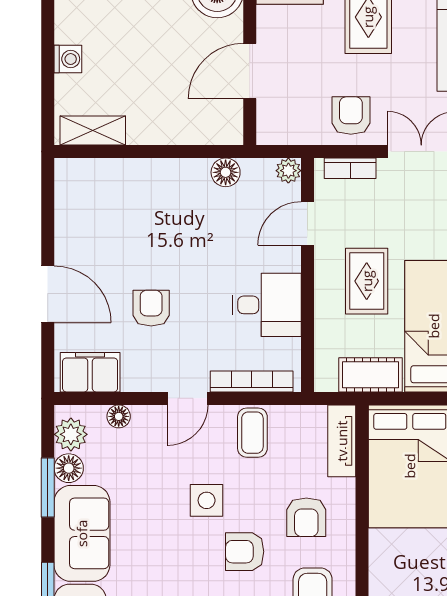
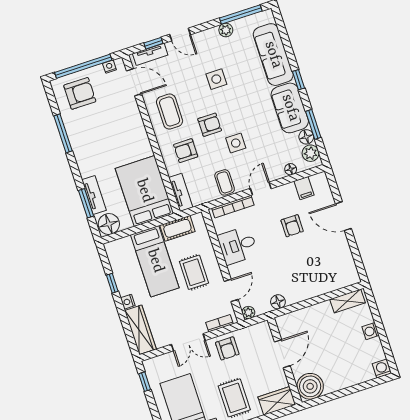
filing cabinet: (90, 372) -> (304, 188), width x0.50
armchair: (306, 517) -> (186, 151), turned -90

